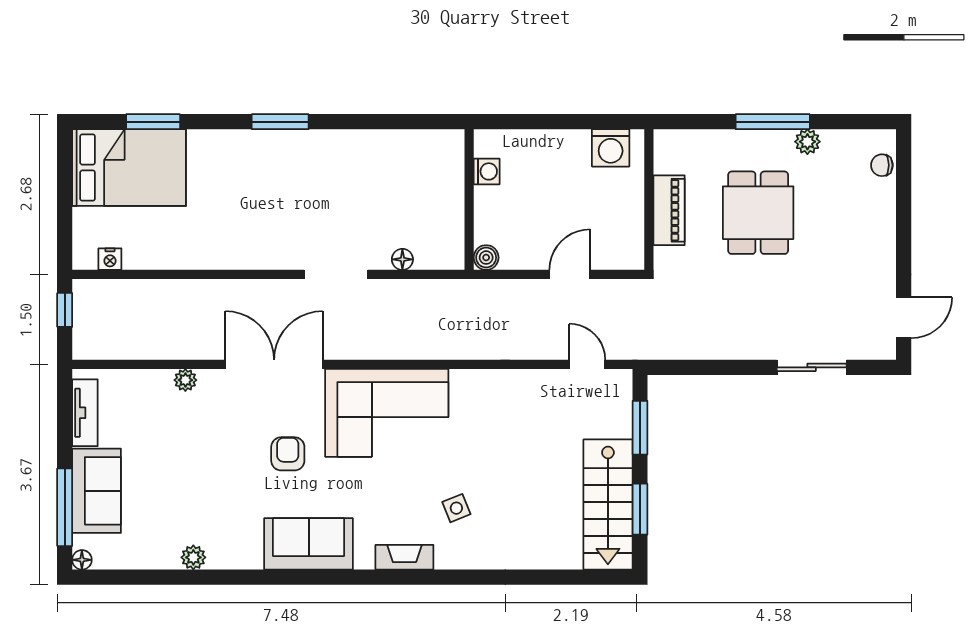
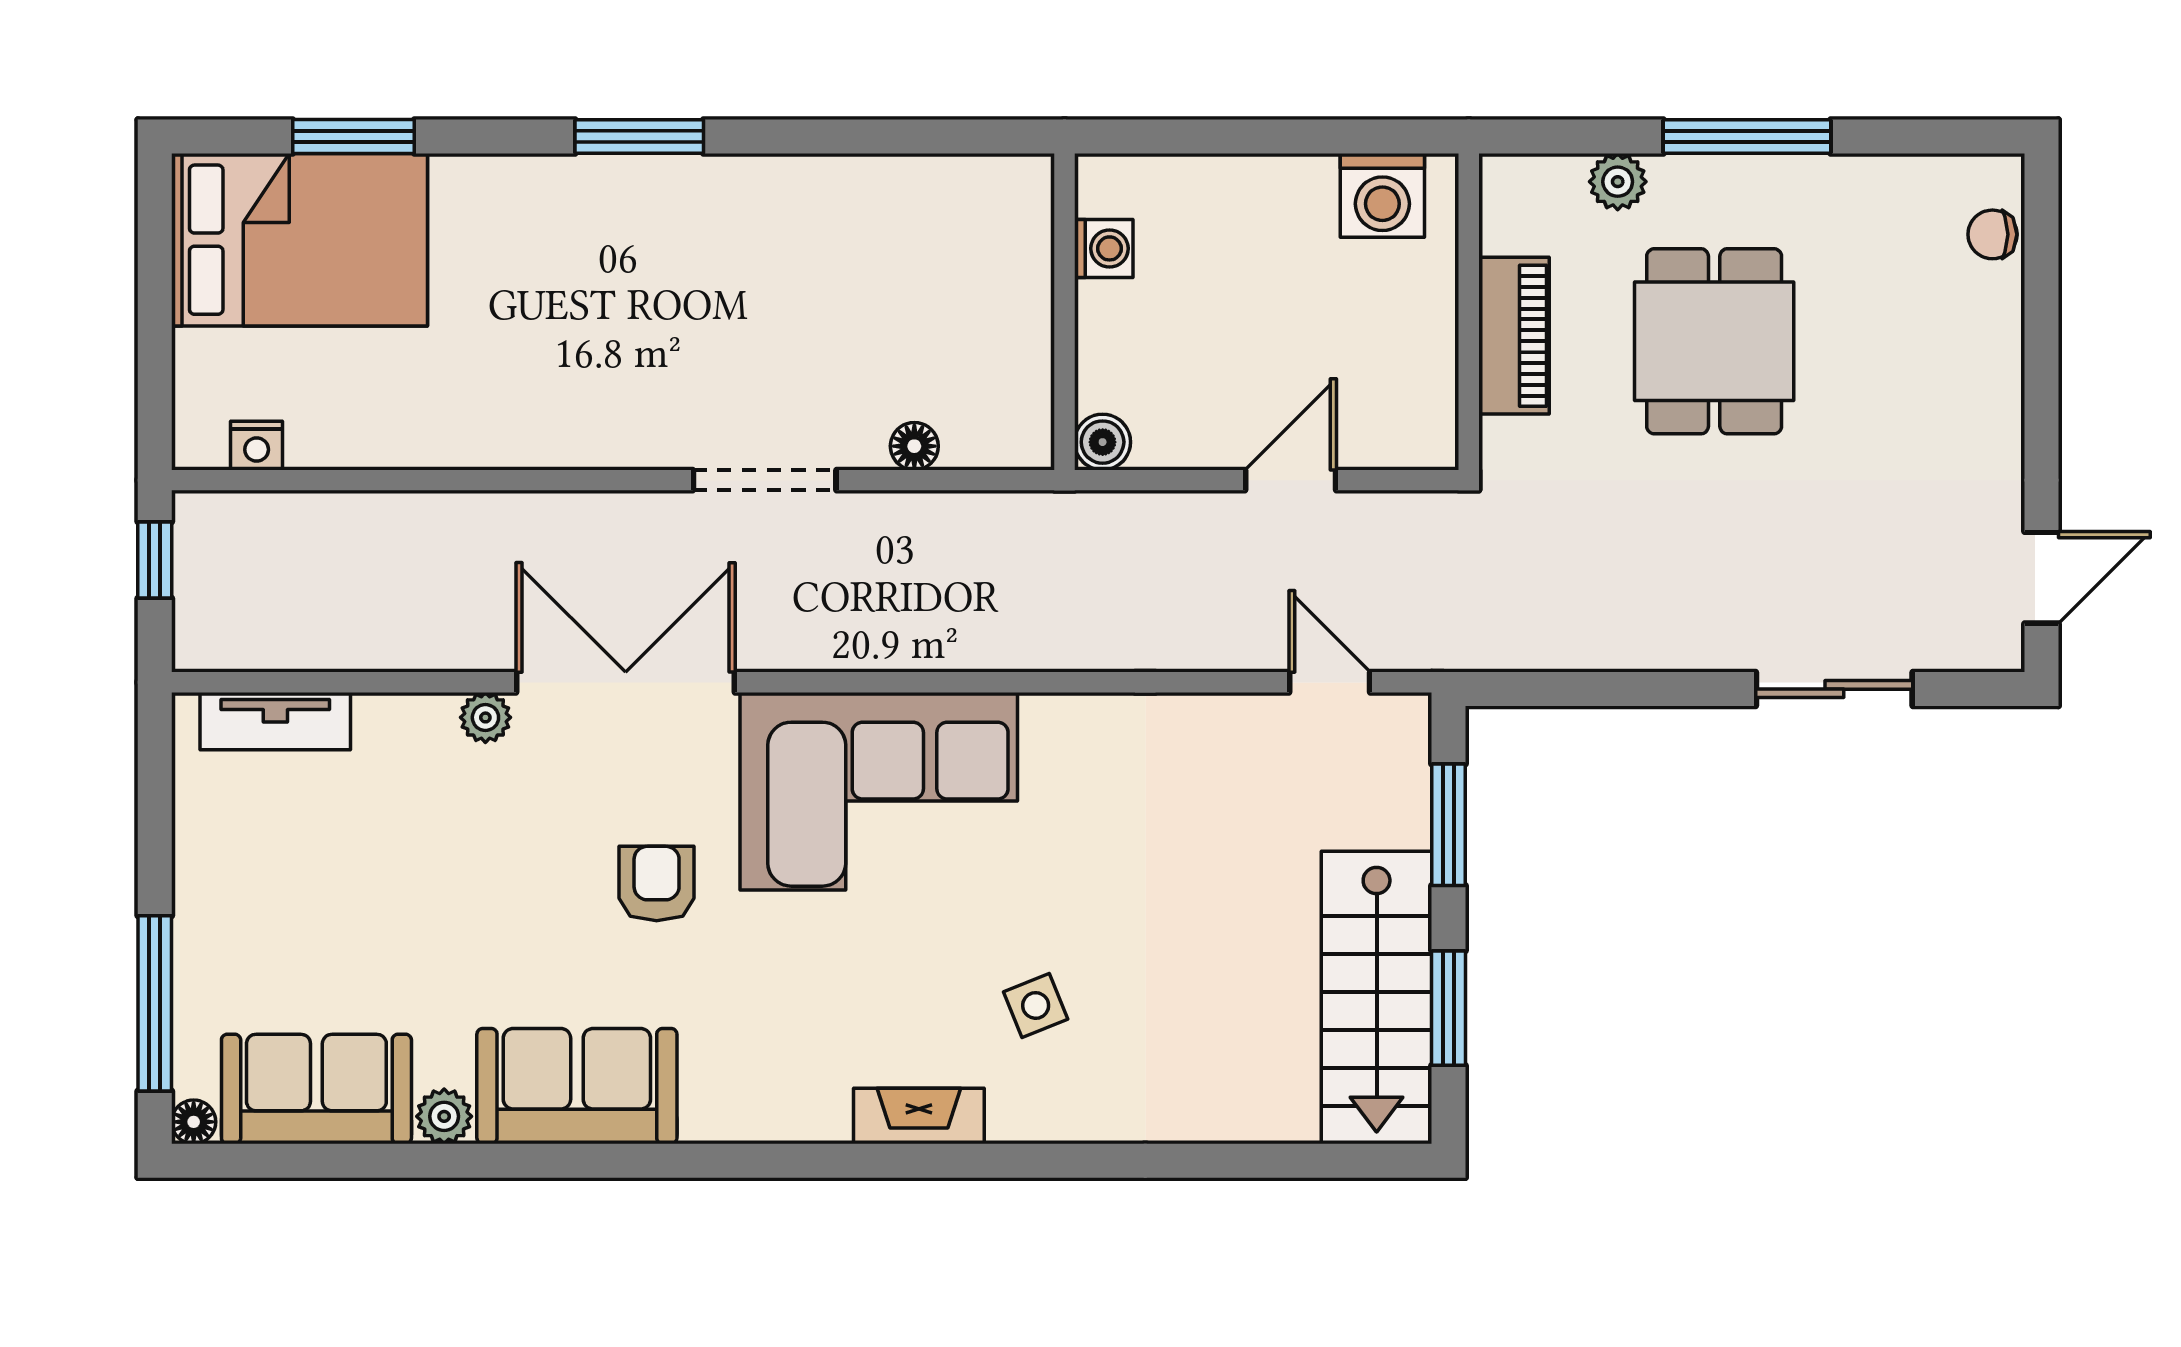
plant: (807, 142) -> (1618, 182), moved
plant: (185, 380) -> (485, 717), moved
tv unit: (85, 413) -> (275, 721), moved, turned 90
sofa: (97, 491) -> (316, 1089), moved, turned -90
sofa: (309, 544) -> (577, 1086), moved

